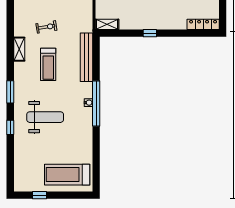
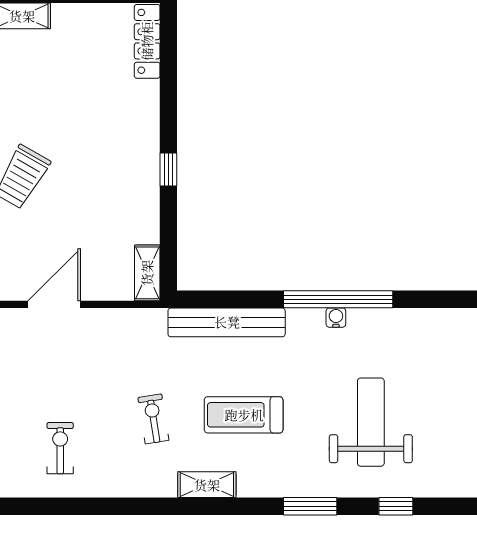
treadmill: (48, 64) -> (244, 415), turned 180

